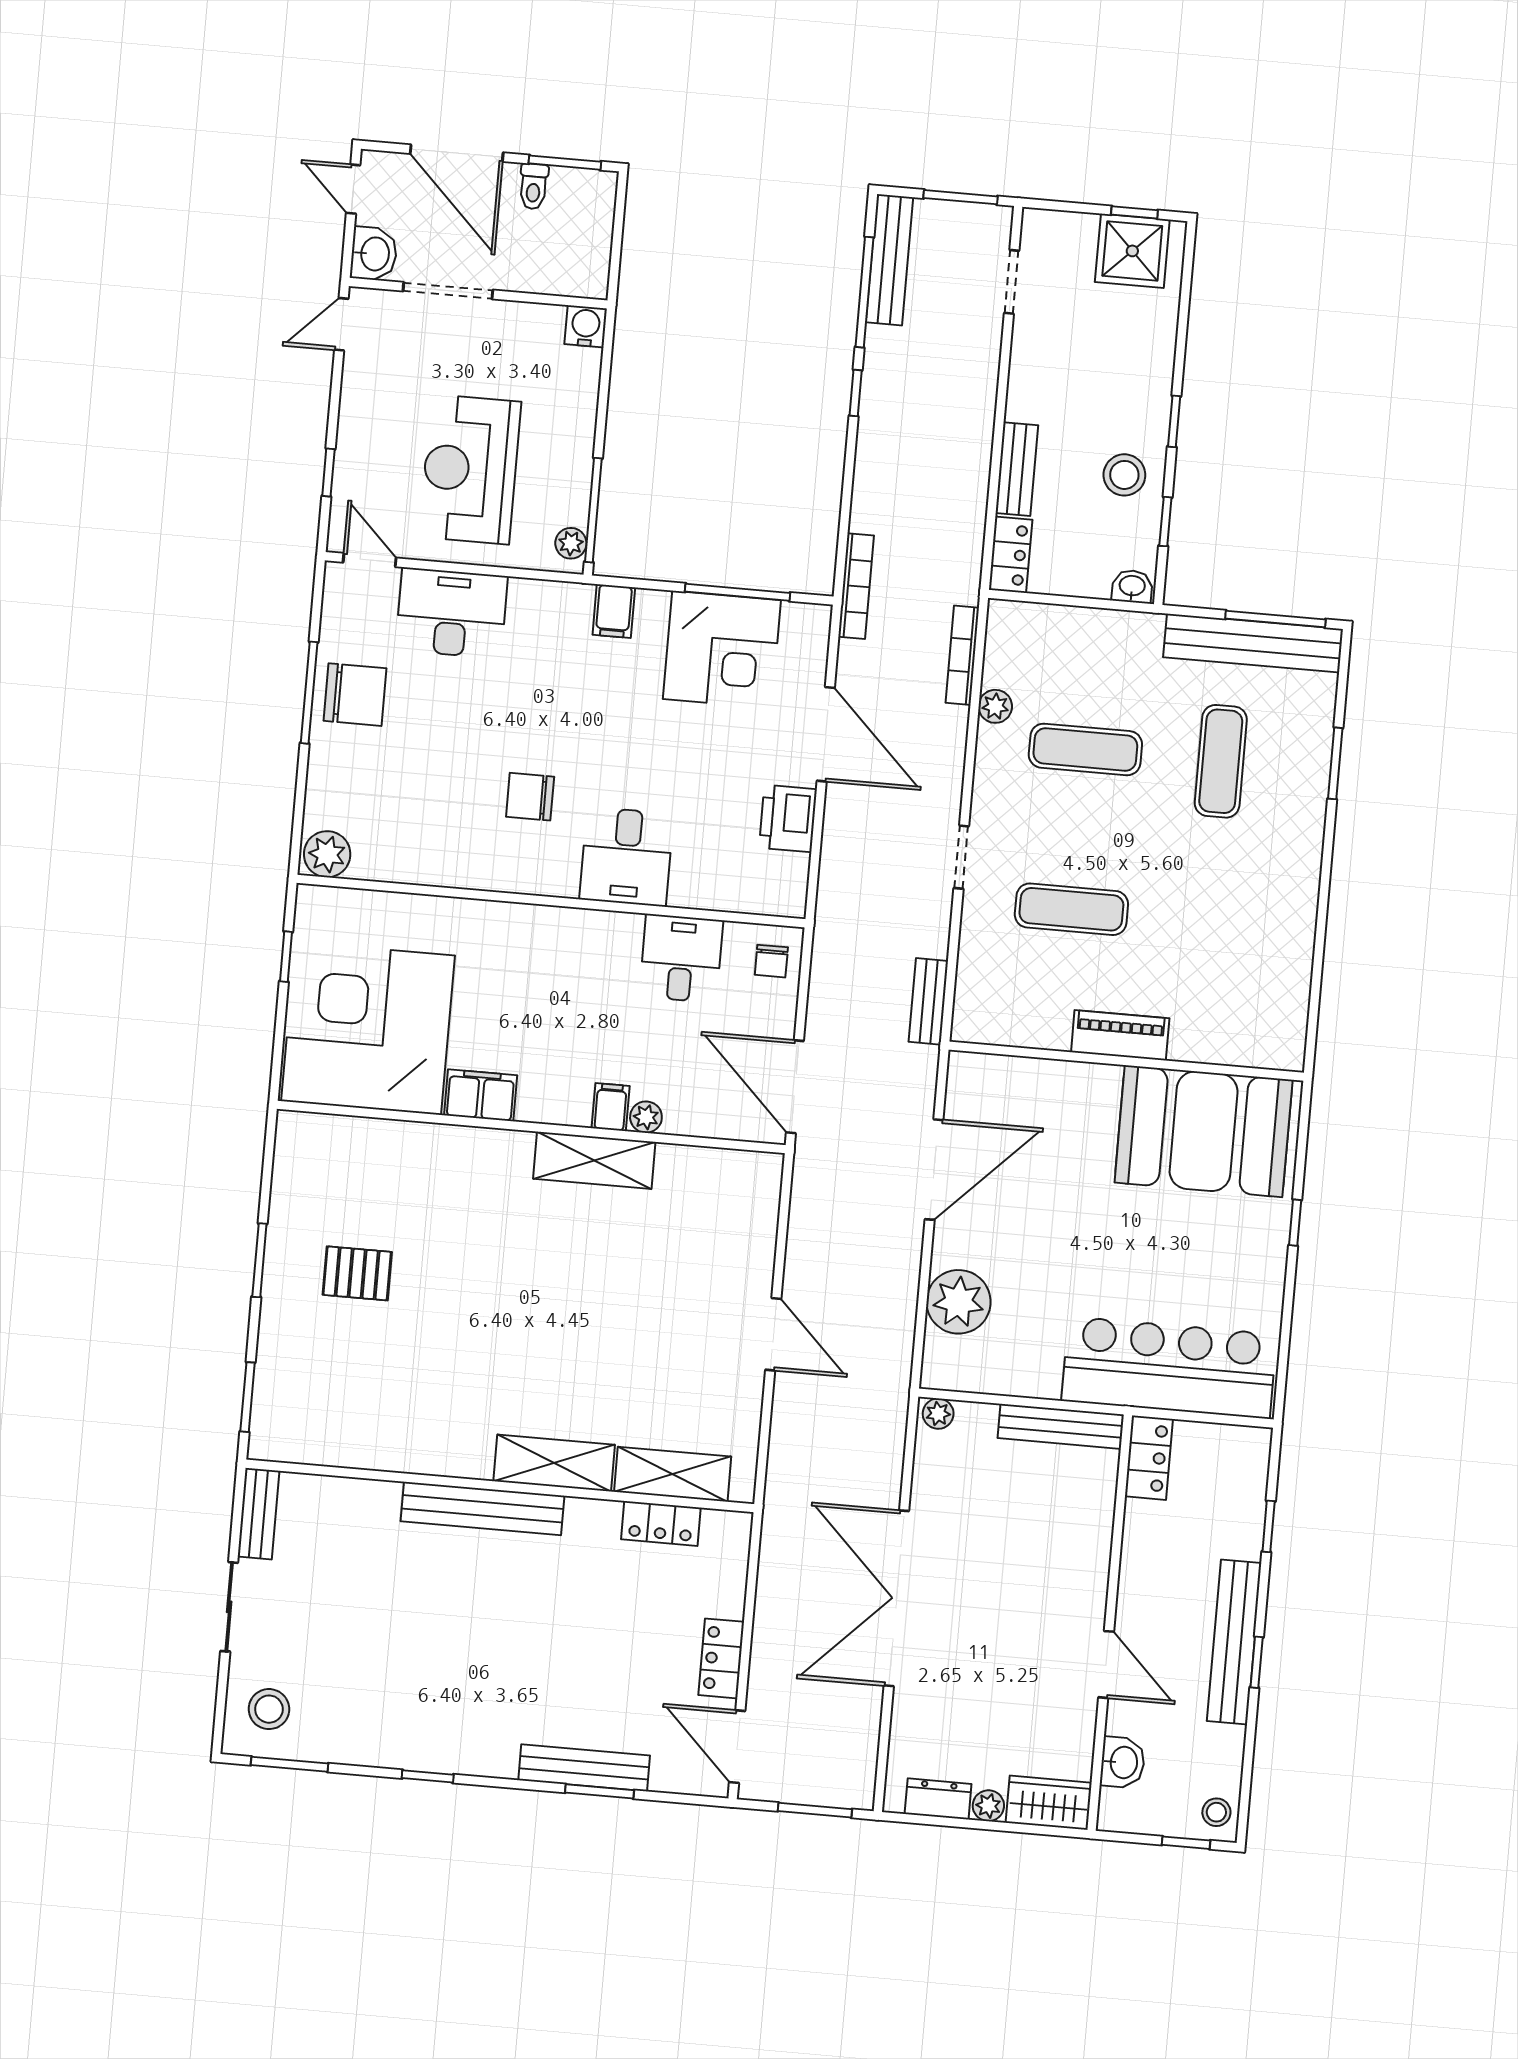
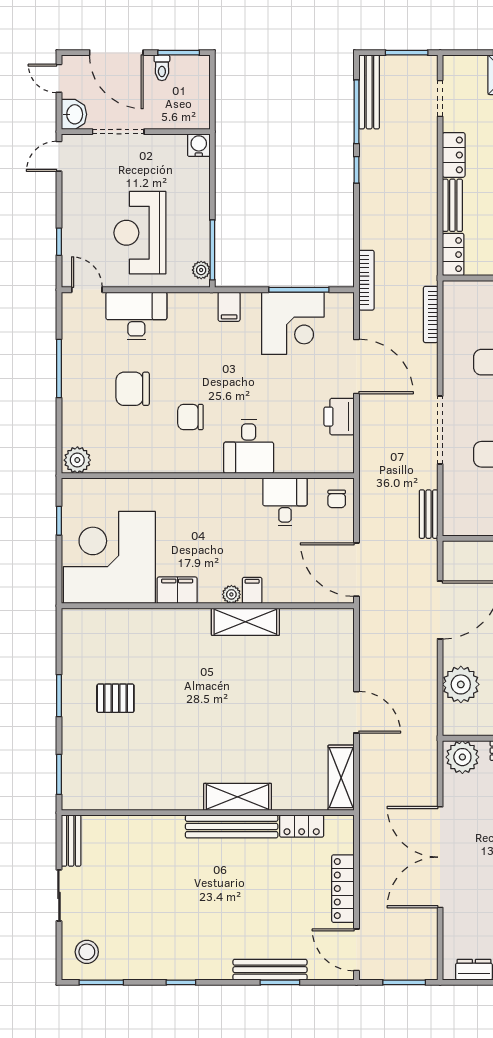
locker: (1027, 382) -> (454, 155), added
chair: (355, 695) -> (133, 389), moved, turned 180
plant: (995, 706) -> (452, 342), removed
doorway: (961, 857) -> (440, 430), width x1.88
plant: (646, 1117) -> (231, 594), moved
plant: (938, 1414) -> (462, 757), width x1.88, depth x1.88
shelving: (673, 1474) -> (341, 778), moved, turned 90
bench: (482, 1509) -> (232, 826), moved
locker: (721, 1658) -> (343, 889), width x1.53

